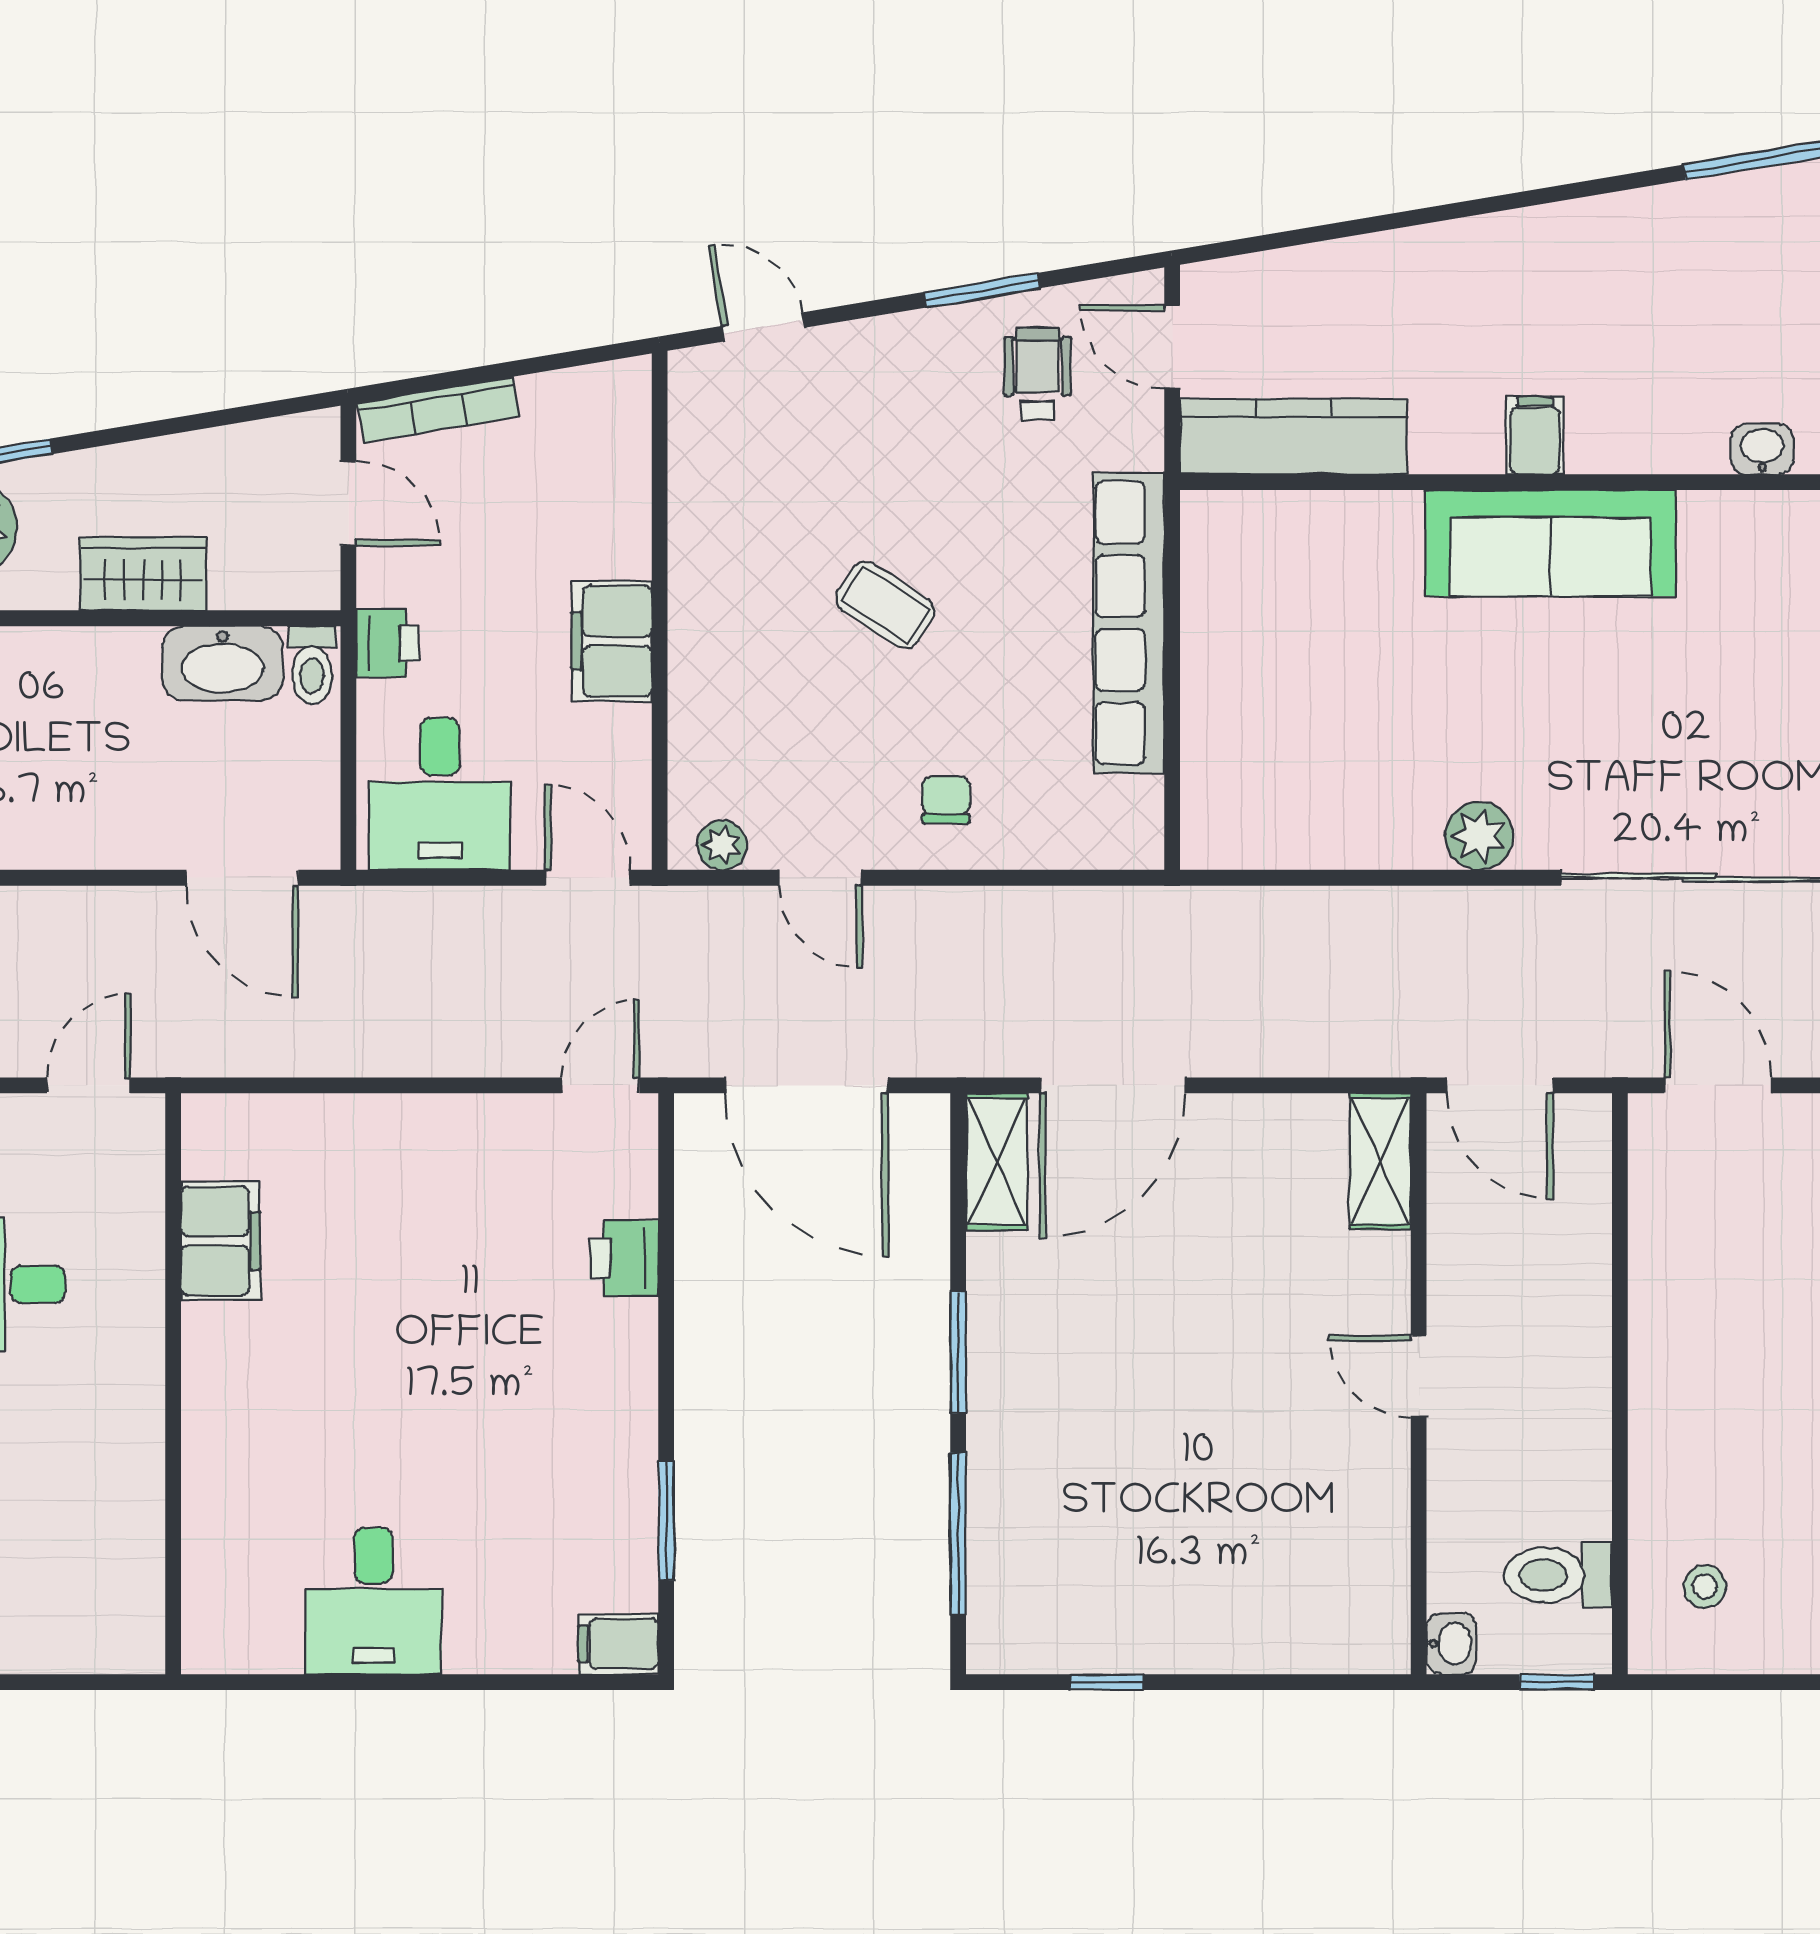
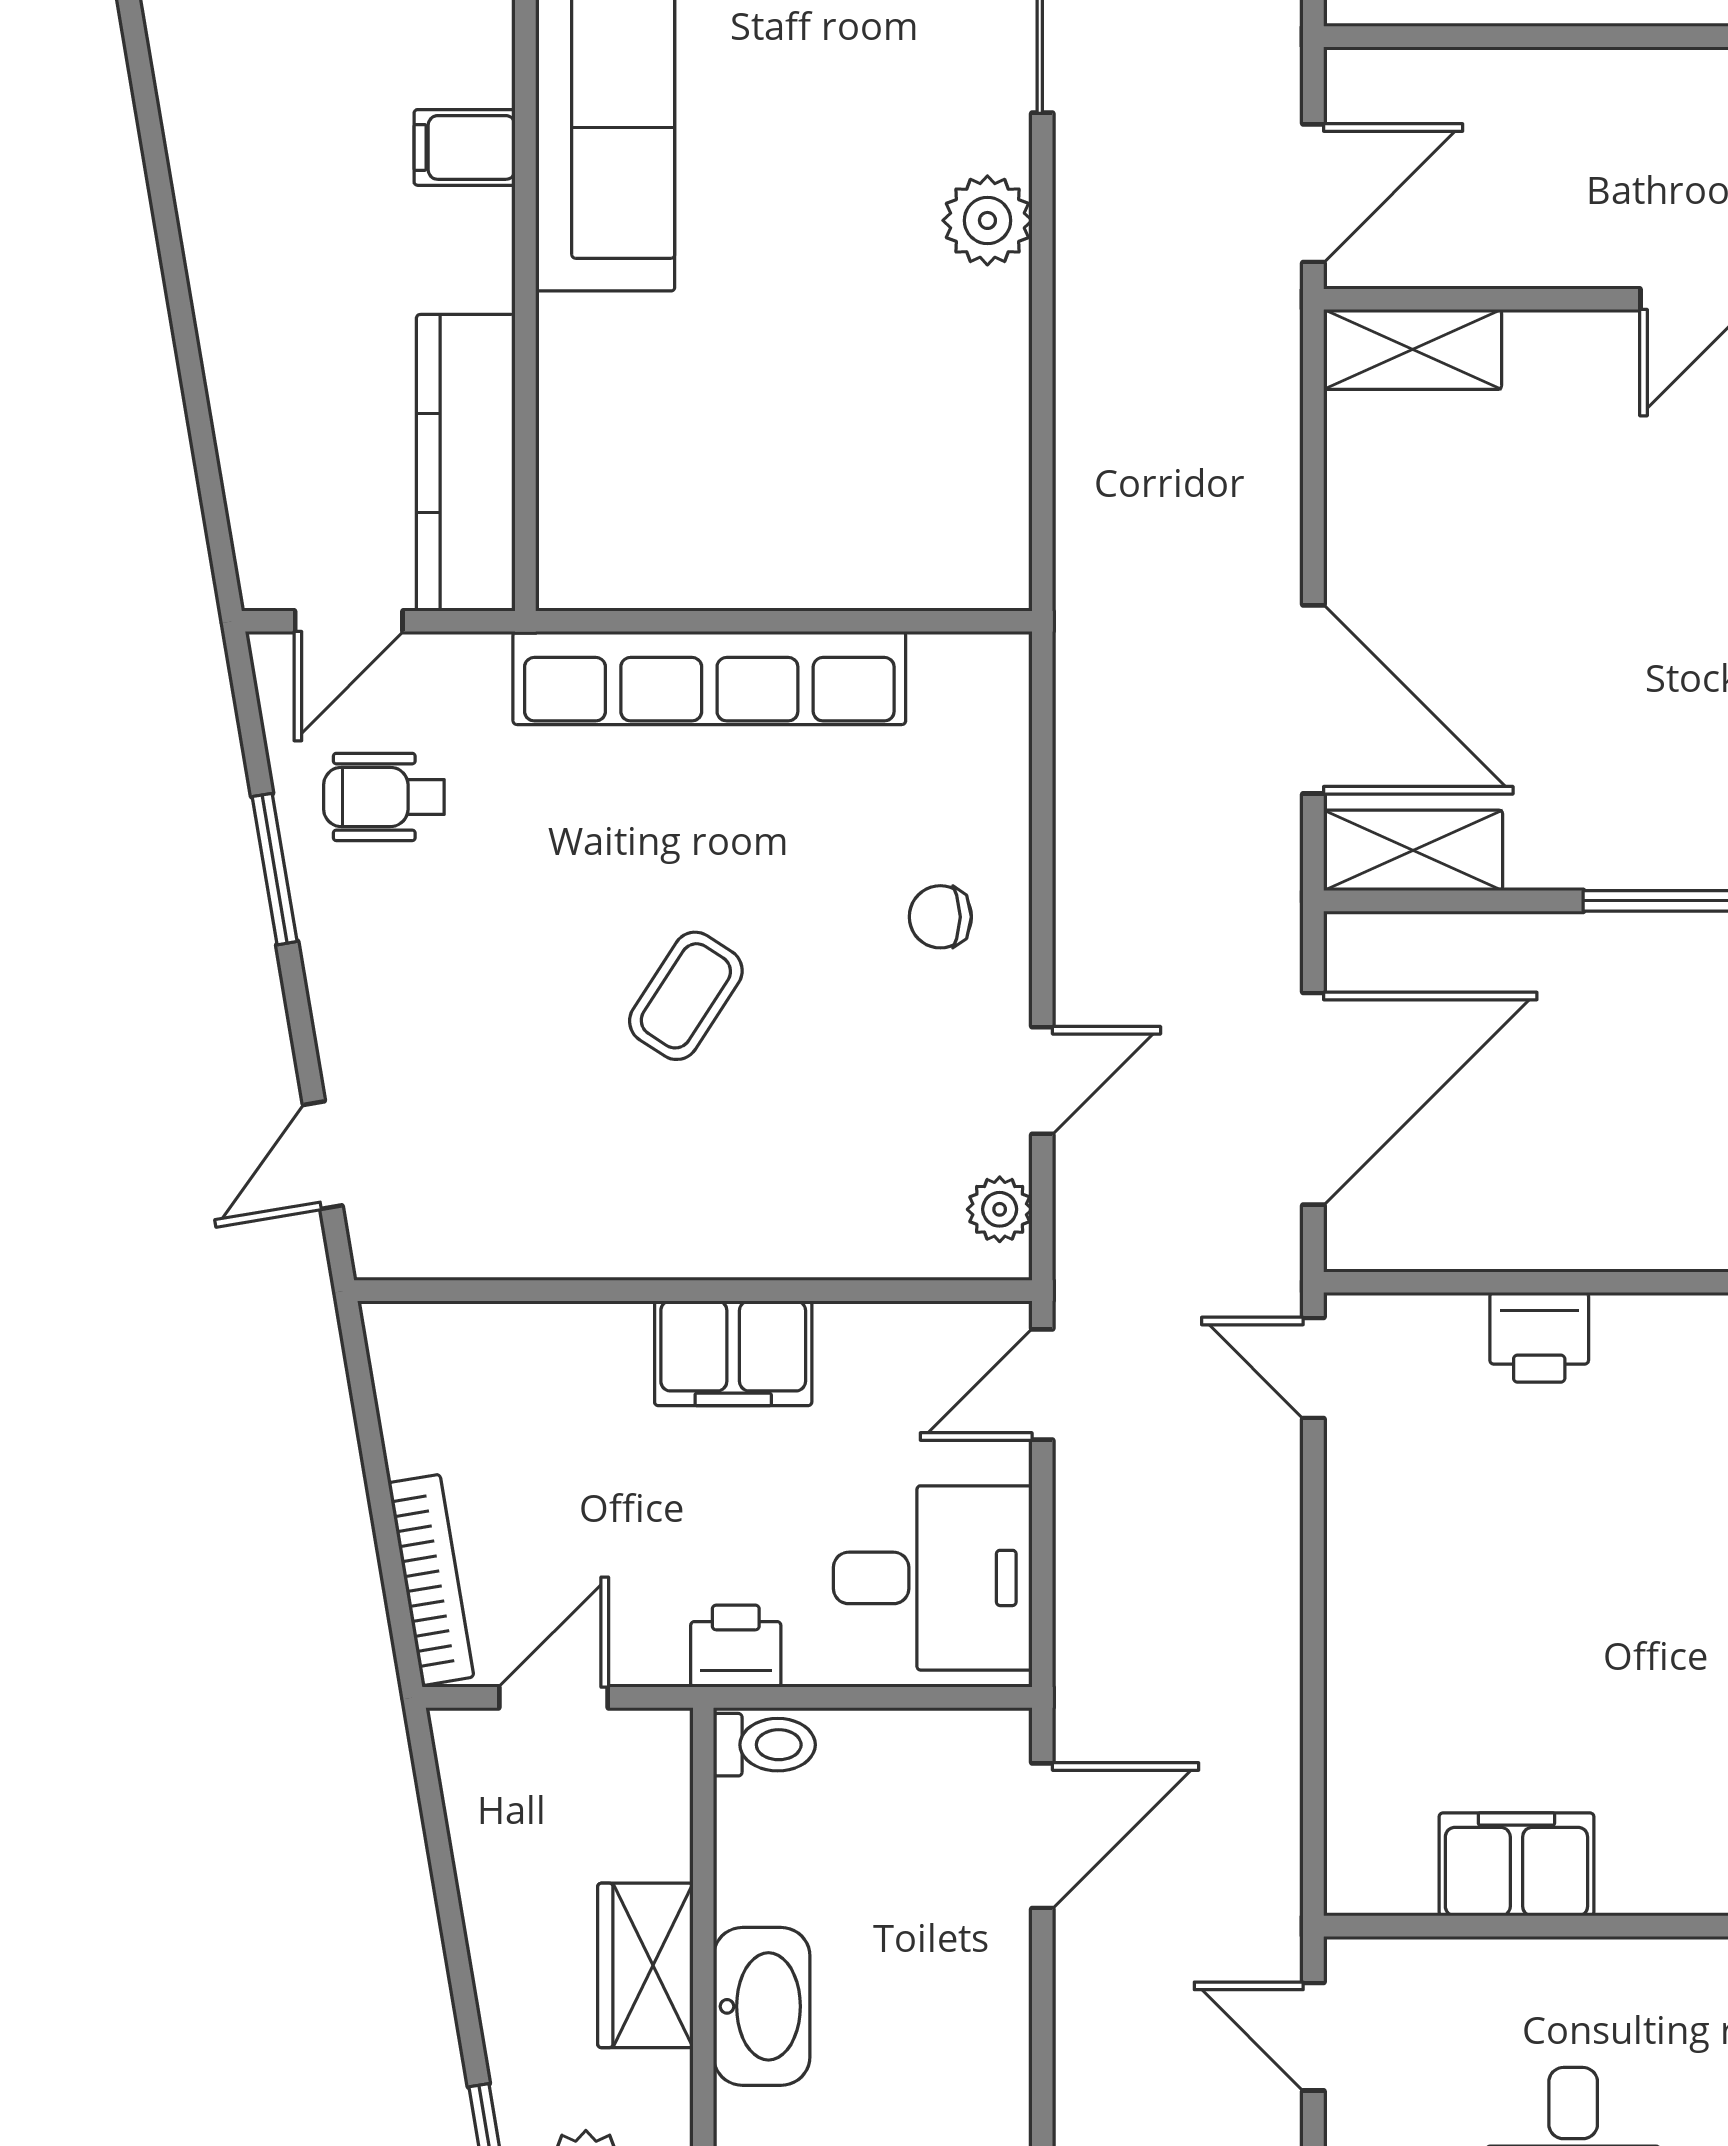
washbasin: (222, 663) -> (762, 2006), moved

